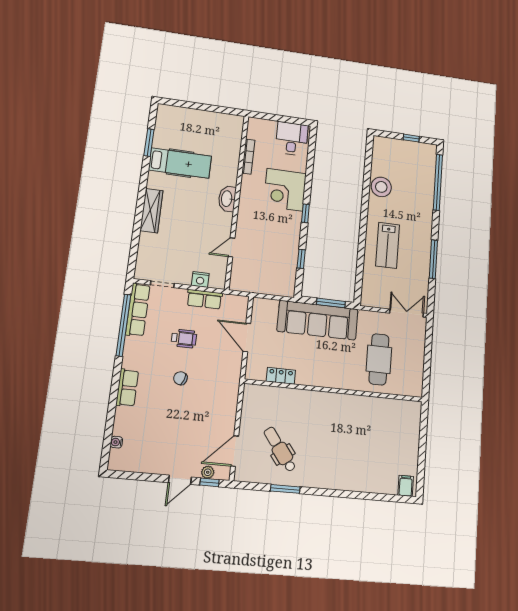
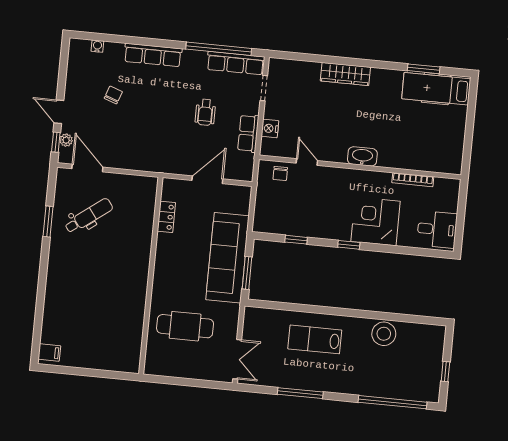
hospital bed: (180, 163) -> (436, 89), moved, turned 90
chair: (242, 271) -> (280, 173), added
chair: (180, 378) -> (113, 95), moved
row of seats: (127, 388) -> (153, 55), width x1.48

